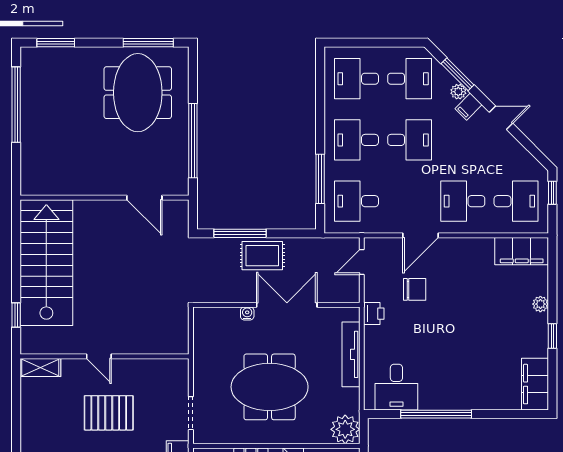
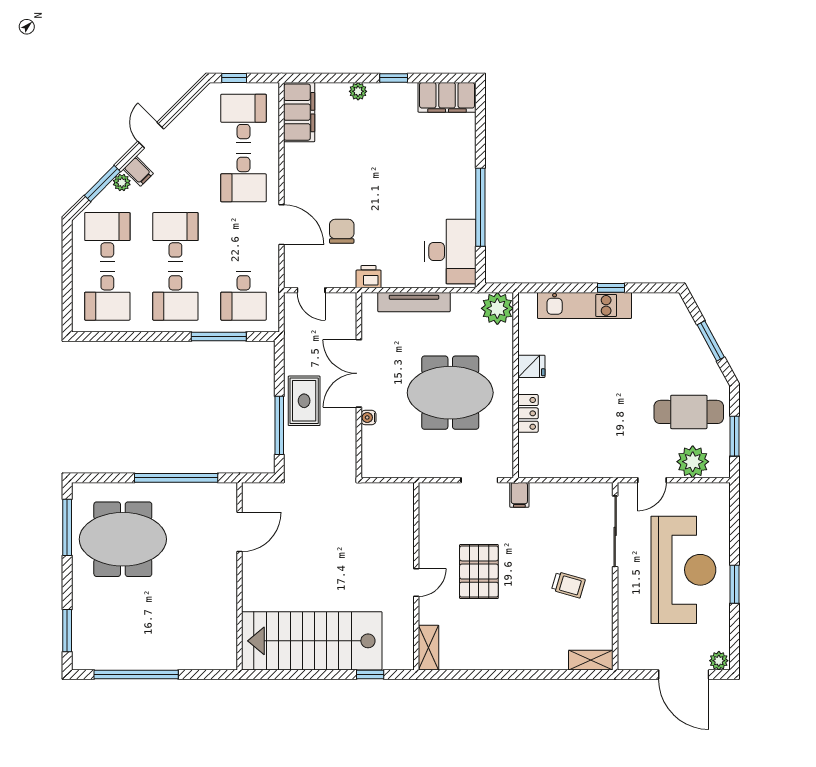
meeting table: (270, 387) -> (450, 393), turned 90
desk: (396, 387) -> (450, 251), width x1.37

